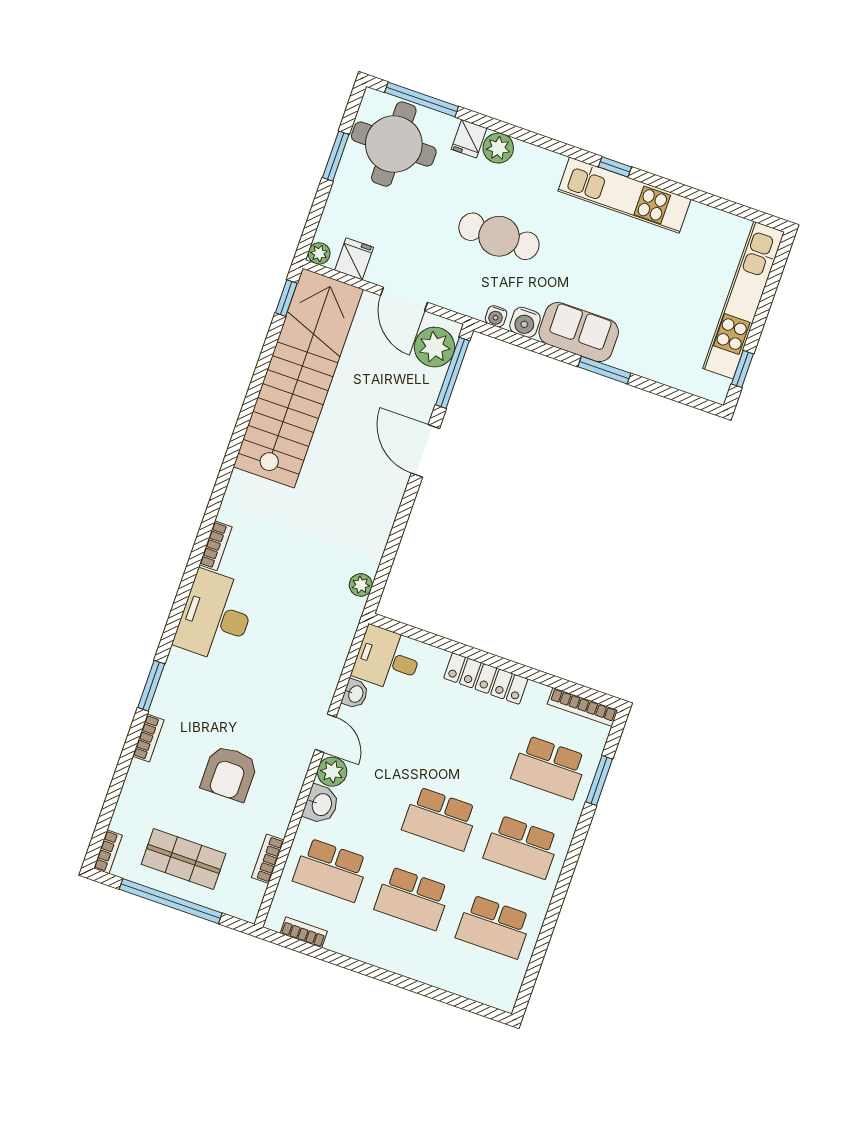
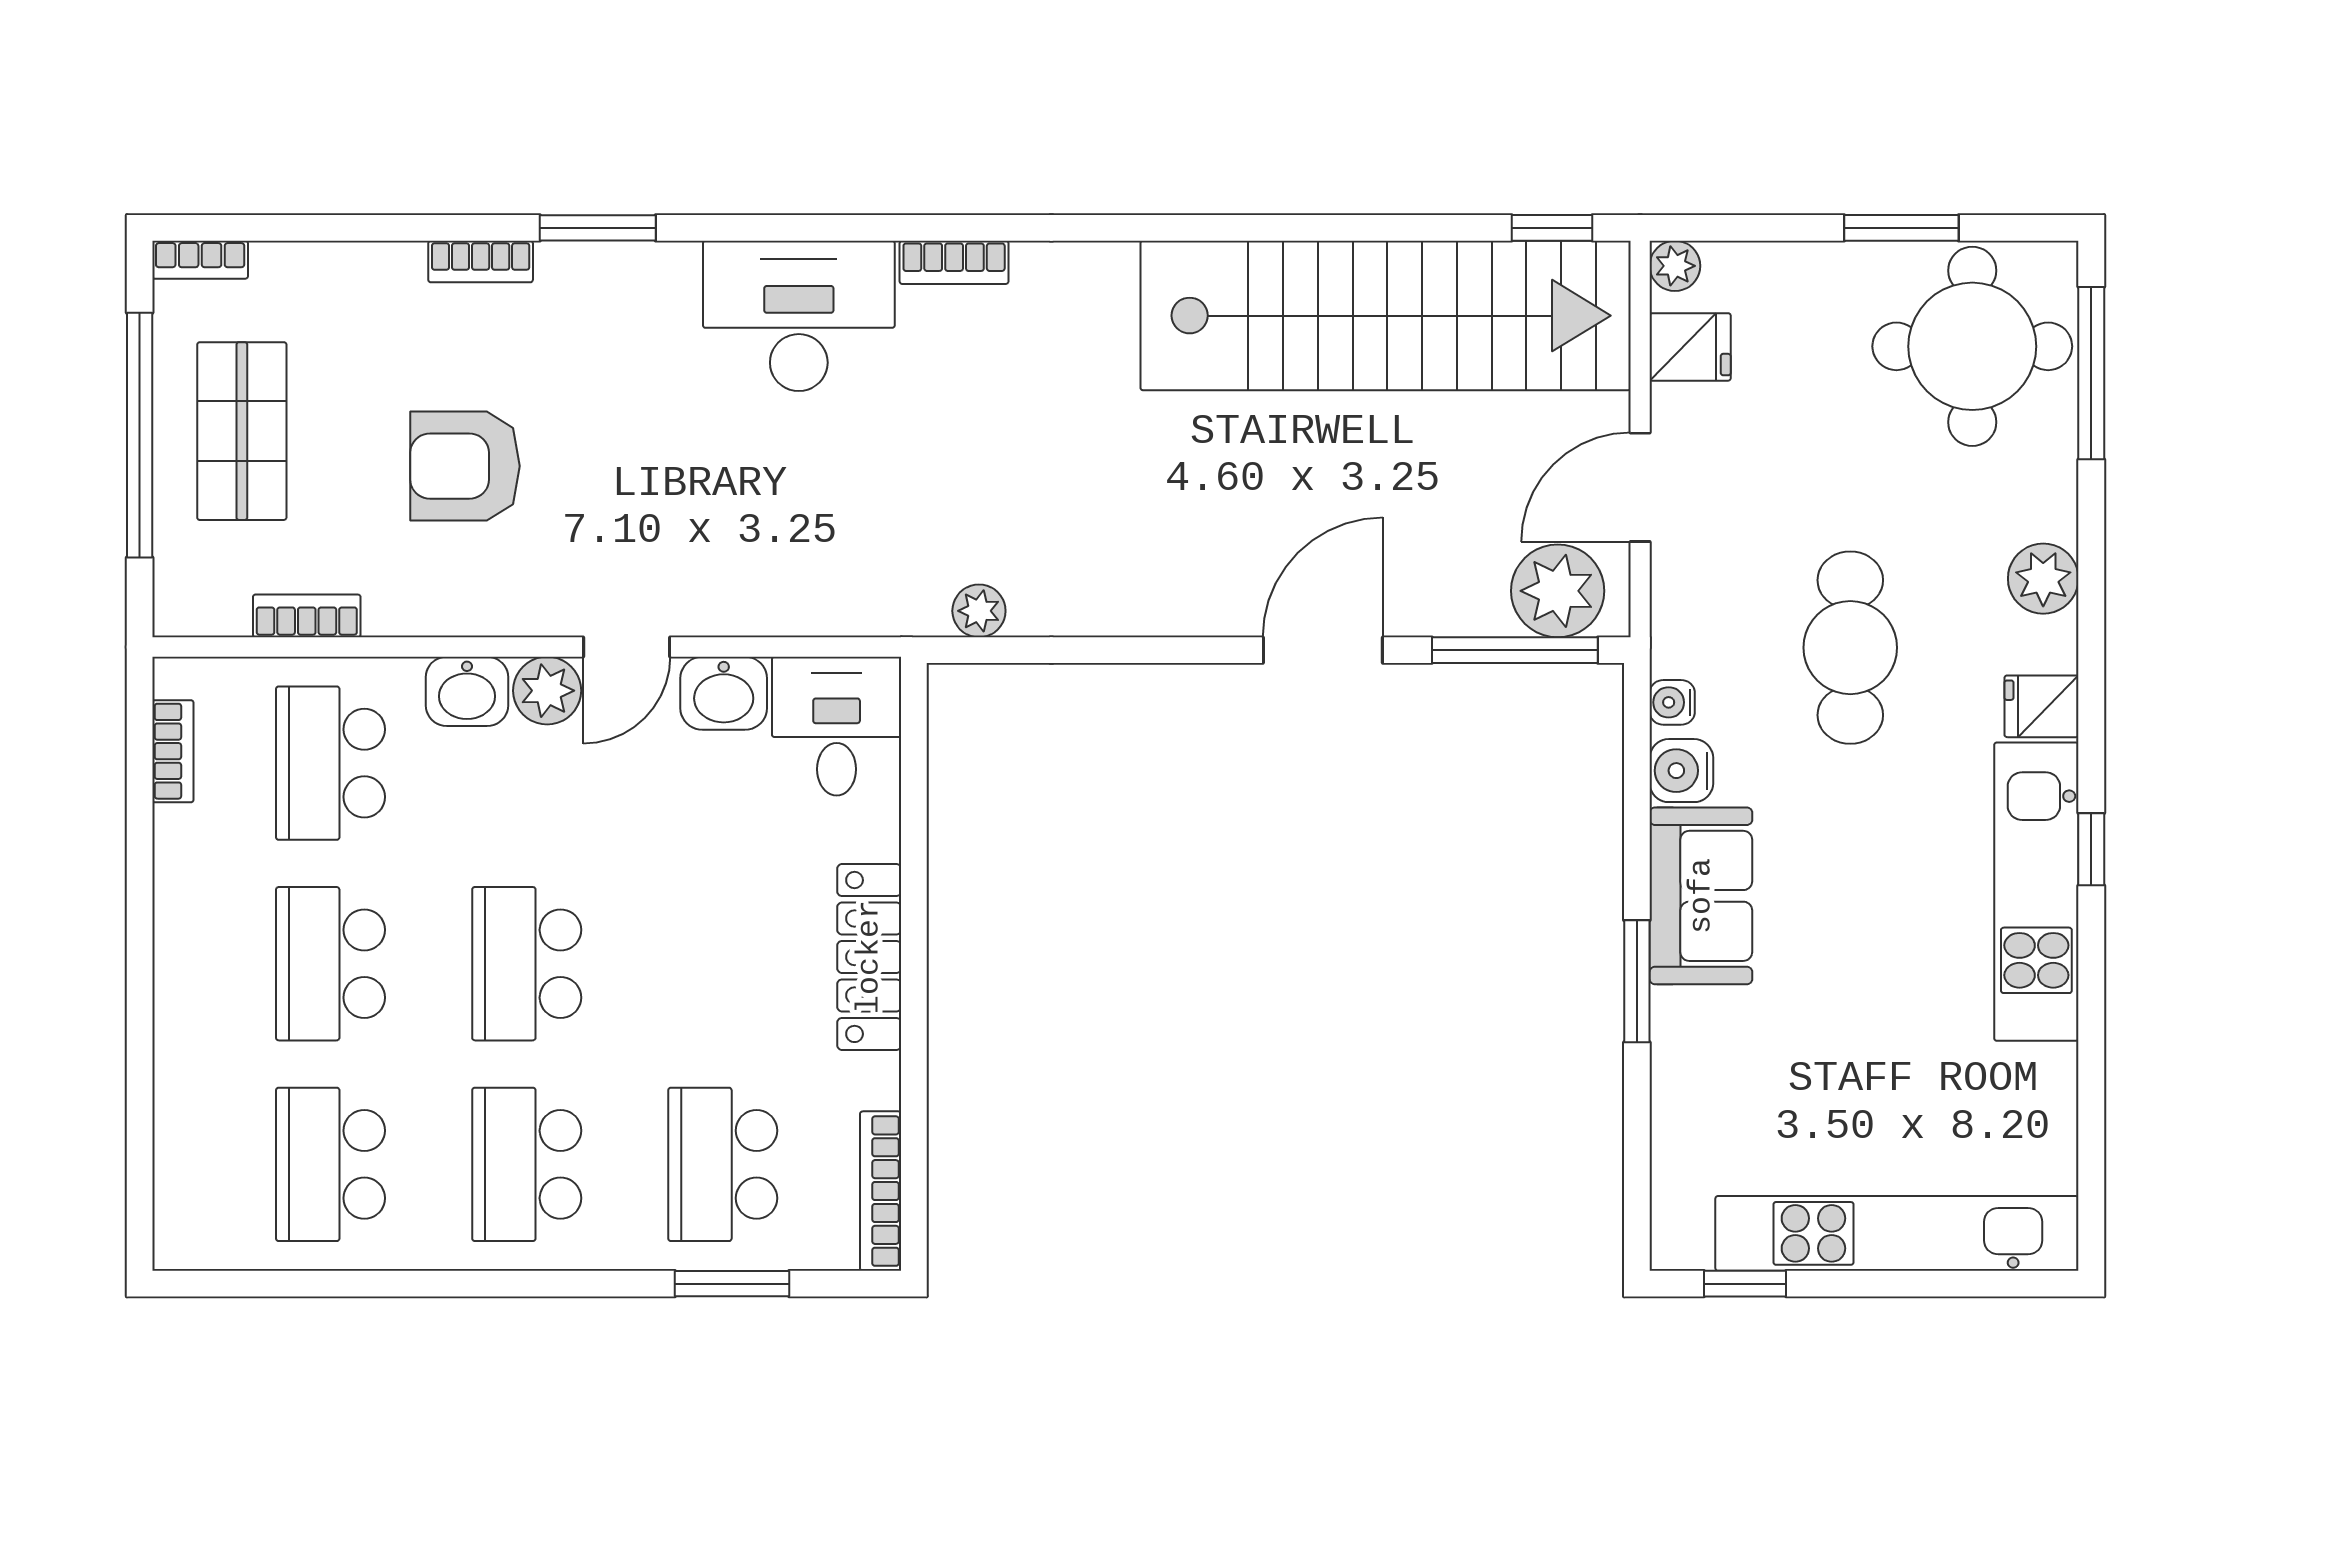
fridge: (469, 139) -> (2042, 706), moved
washbasin: (355, 694) -> (724, 693), width x1.38, depth x1.45

